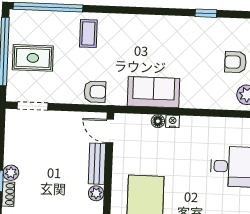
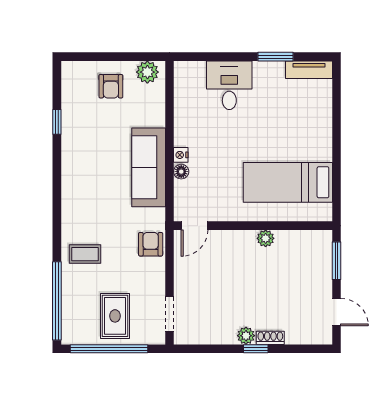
sofa: (154, 92) -> (149, 167), width x1.36
bench: (97, 164) -> (232, 239), removed

